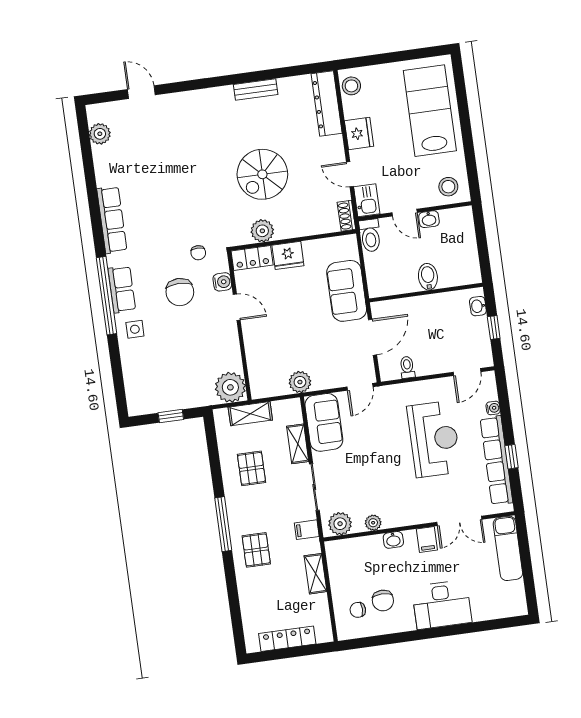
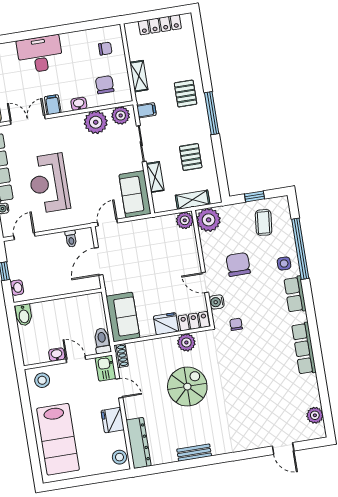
bidet: (428, 277) -> (24, 315), moved
sofa: (347, 291) -> (123, 317), moved
chair: (180, 292) -> (238, 264), moved
window: (106, 296) -> (300, 249), moved
coffee table: (160, 382) -> (264, 222), added
plant: (300, 382) -> (185, 220), moved
plant: (373, 523) -> (96, 122), width x1.87, depth x1.87
chair: (383, 601) -> (105, 85), moved

